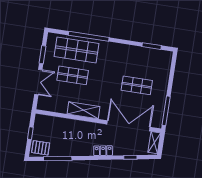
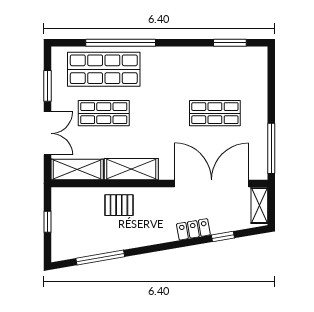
shelving: (52, 106) -> (77, 170), added
pallet: (41, 148) -> (119, 205), moved
locker: (103, 151) -> (193, 229), moved

